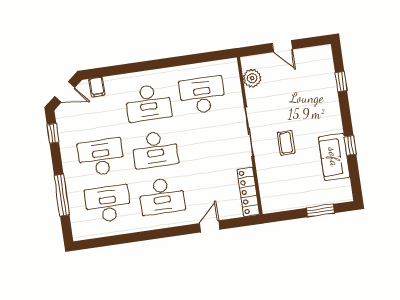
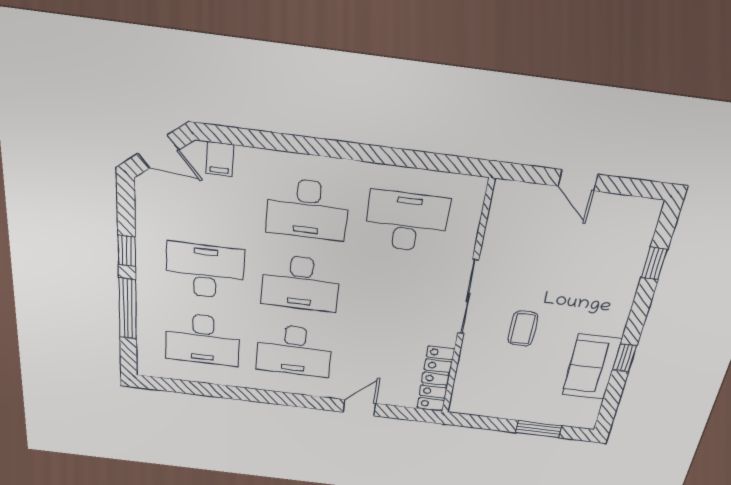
plant: (252, 78) -> (504, 218), removed
window: (53, 133) -> (127, 251), moved
desk: (108, 204) -> (203, 339), turned 180

